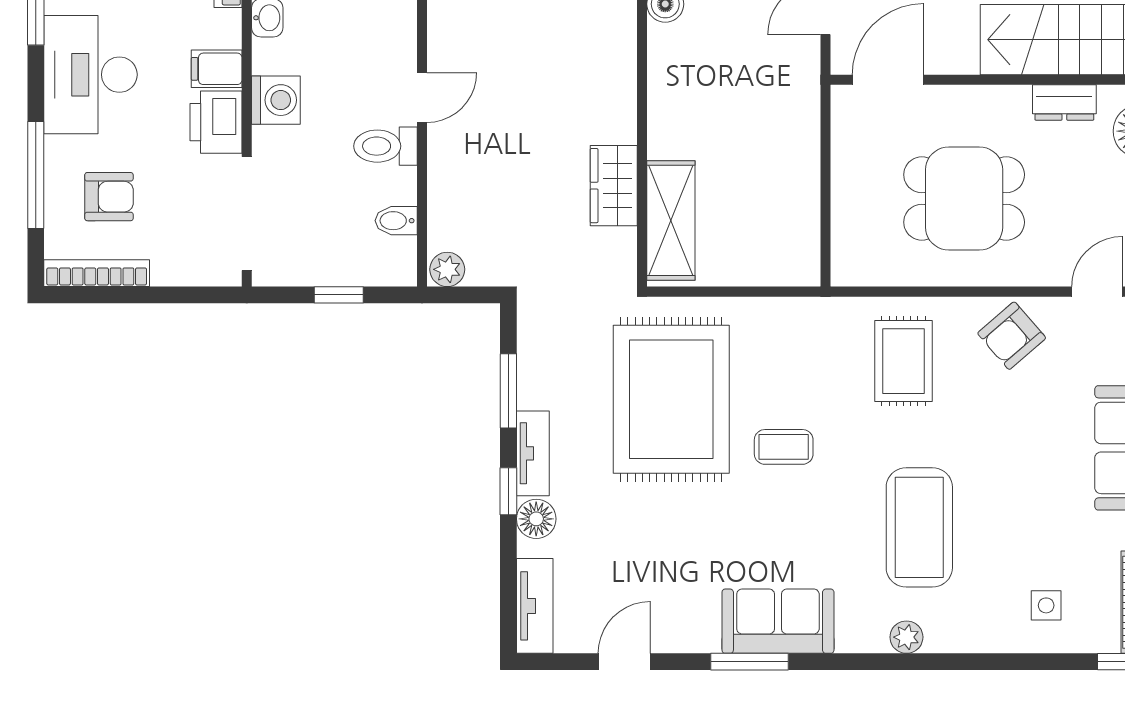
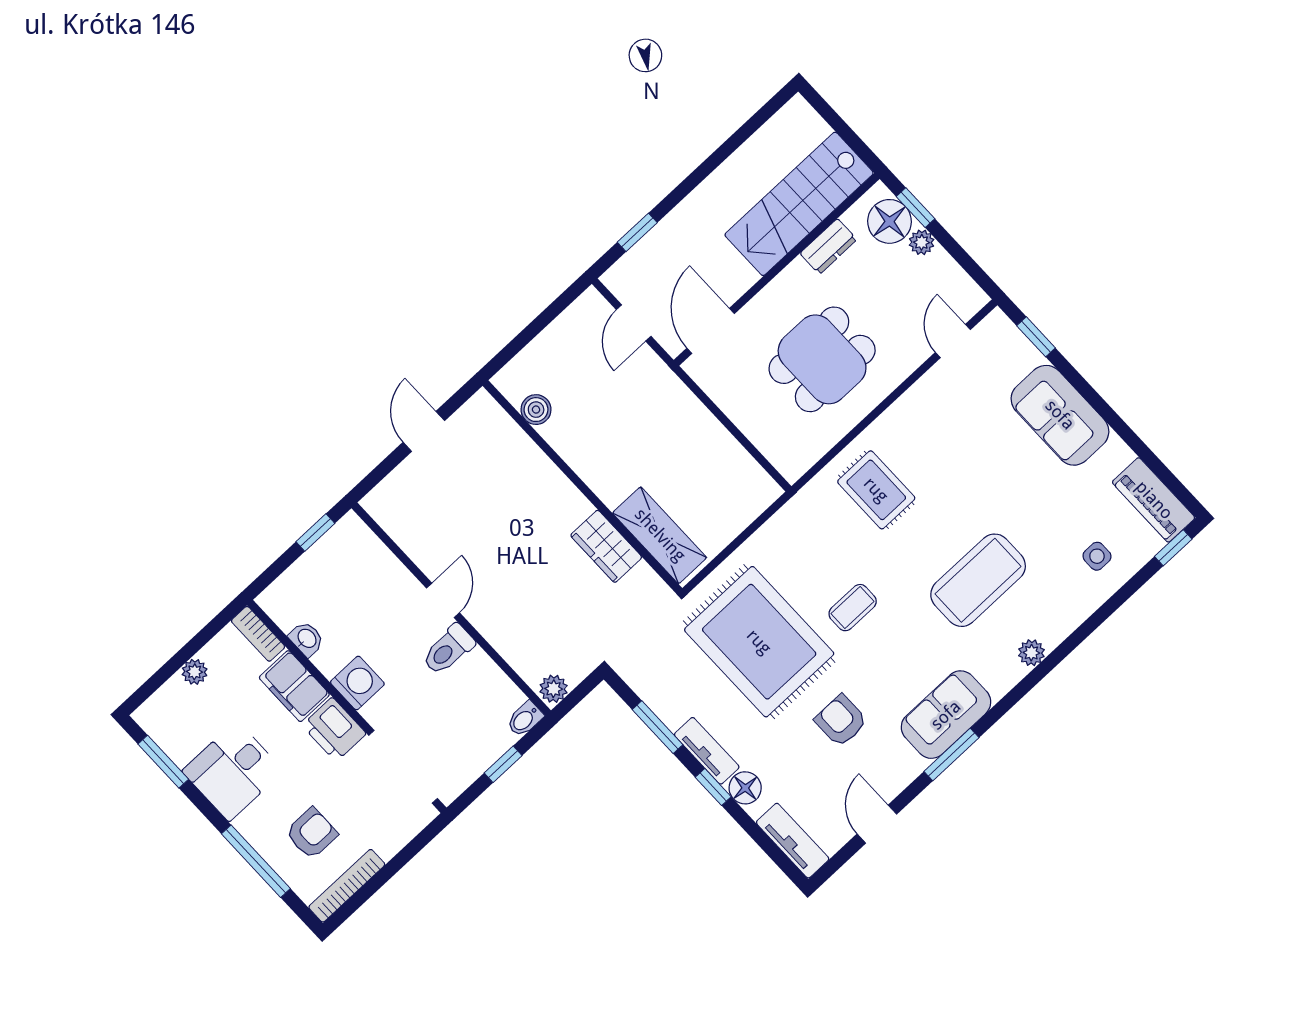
filing cabinet: (217, 69) -> (294, 686), width x2.00
desk: (90, 75) -> (233, 771), width x0.73
bidet: (396, 221) -> (525, 719), moved
armchair: (1012, 336) -> (841, 721), moved, turned 131
coffee table: (919, 527) -> (978, 580), turned 90

